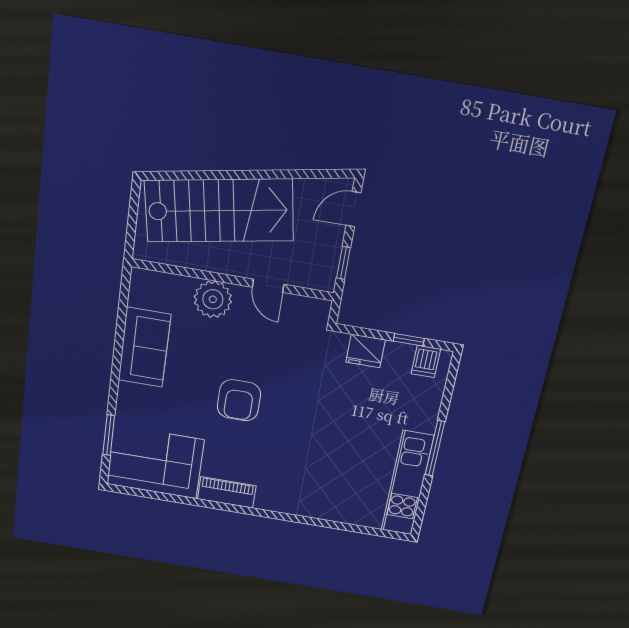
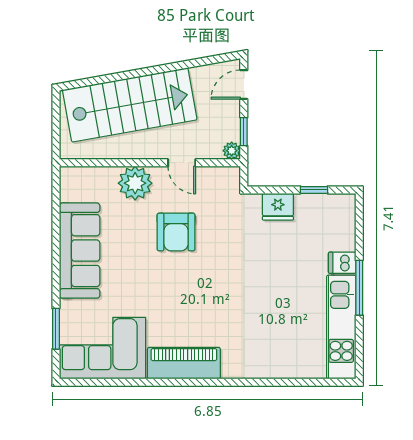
plant: (326, 282) -> (232, 151), added
sofa: (144, 347) -> (80, 251), width x1.36
dishwasher: (426, 361) -> (342, 263), moved, turned 90
armchair: (239, 400) -> (176, 232), moved
piano: (227, 492) -> (184, 363), width x1.37, depth x1.33

